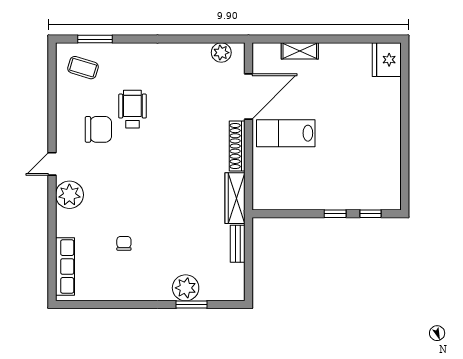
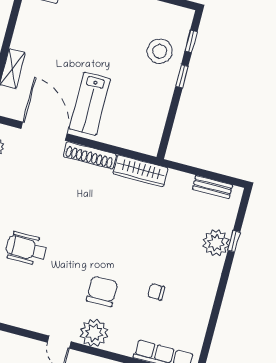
chair: (98, 129) -> (102, 291), moved
stool: (353, 186) -> (160, 51), added
bench: (238, 244) -> (212, 187), moved
window: (192, 305) -> (234, 241), width x0.67

